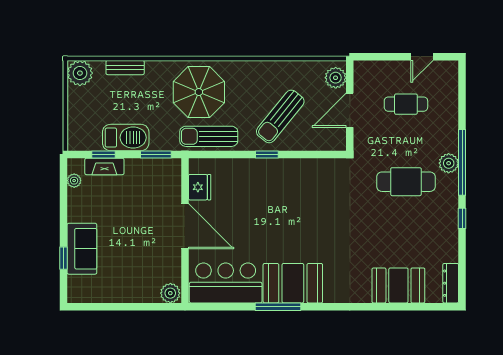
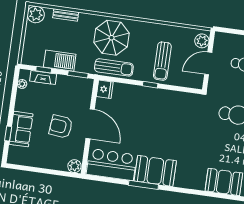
sun lounger: (280, 116) -> (162, 61), turned -39
sun lounger: (209, 136) -> (114, 67), turned 180
fridge: (200, 187) -> (105, 89), moved
armchair: (141, 236) -> (61, 127), added

